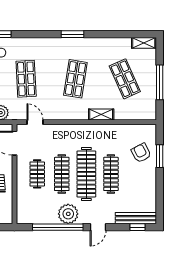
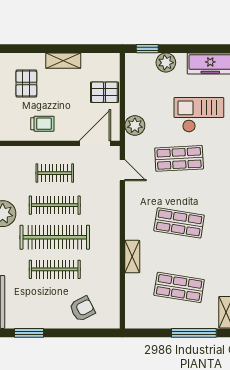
shop shelf: (125, 79) -> (179, 287), turned 33
window: (160, 82) -> (194, 333), moved
door: (35, 122) -> (122, 170), hinge flipped
window: (160, 156) -> (29, 333), moved

